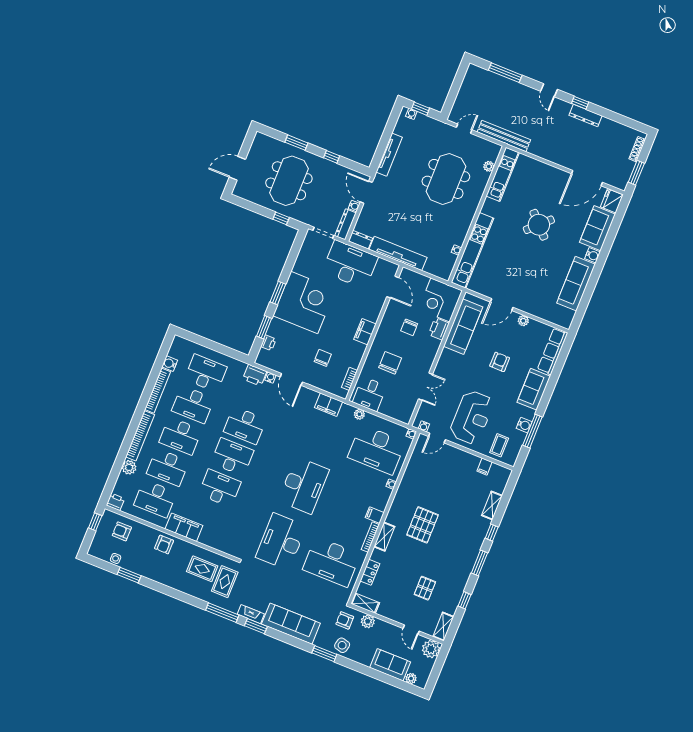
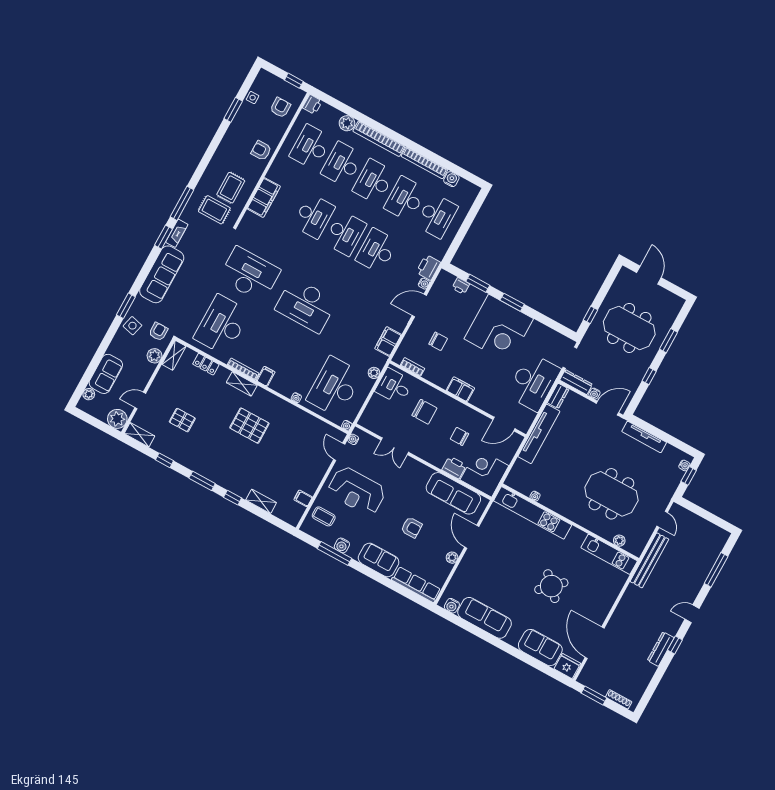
water cooler: (592, 255) -> (452, 606), moved
filing cabinet: (184, 527) -> (264, 198), moved

